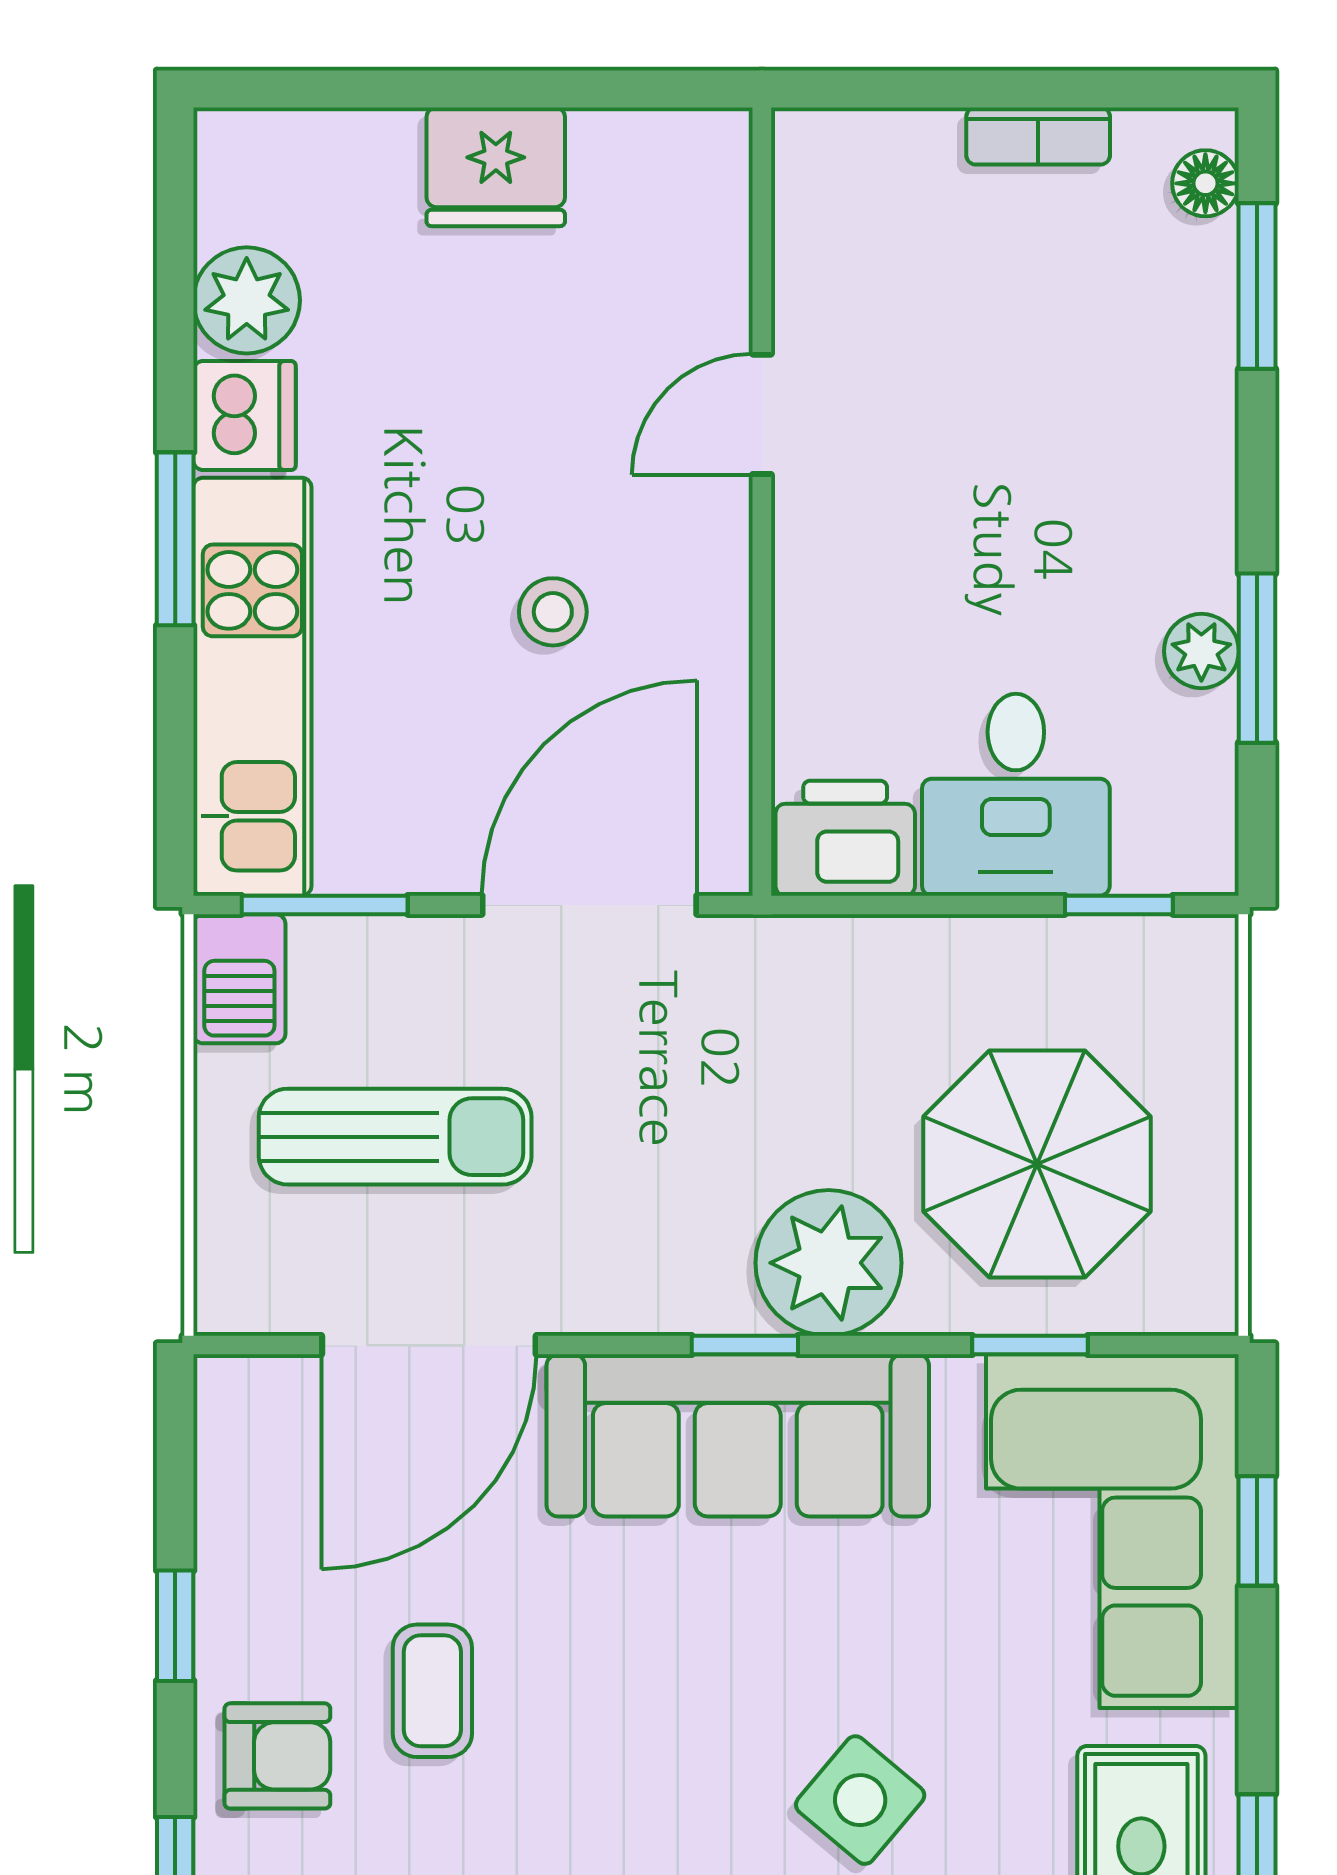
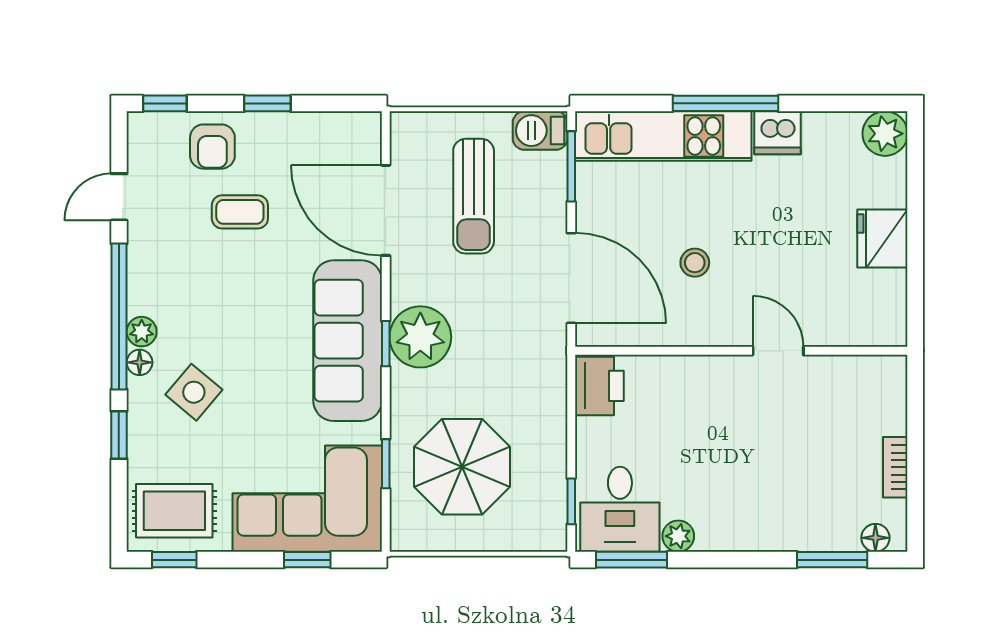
plant: (247, 300) -> (885, 134), moved
window: (175, 539) -> (726, 103), width x1.44
window: (1257, 658) -> (631, 560), moved
desk: (1016, 795) -> (620, 509), moved, turned -90
plant: (829, 1263) -> (420, 337), moved

